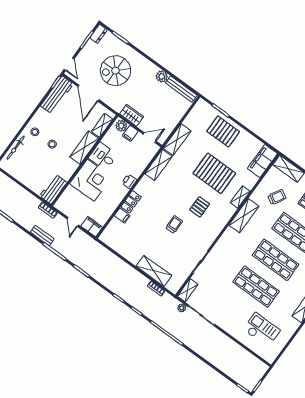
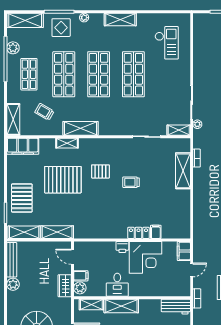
shelving: (159, 165) -> (24, 232), moved
pallet: (214, 173) -> (63, 180), turned 90
corner desk: (91, 180) -> (145, 257), moved, turned 180
checkout: (262, 330) -> (167, 43), turned 180

